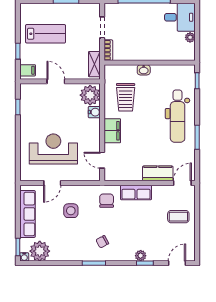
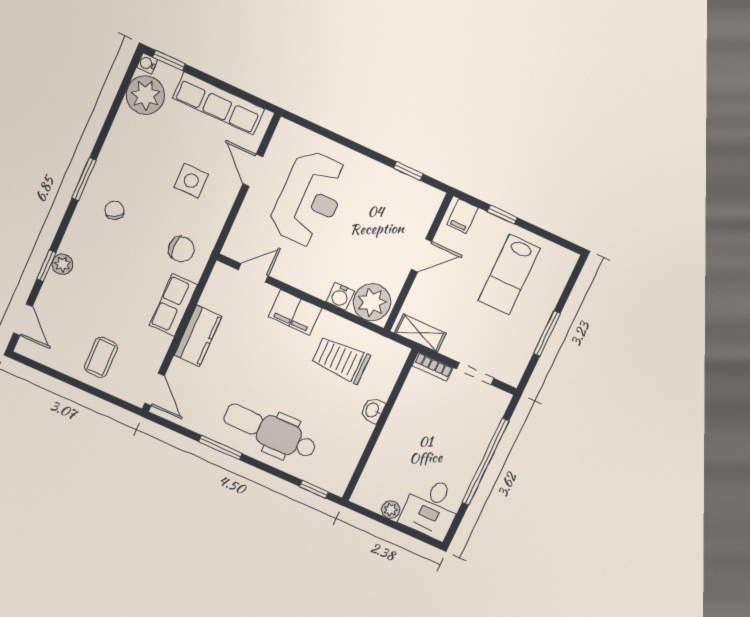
kitchen counter: (158, 173) -> (198, 336), moved

